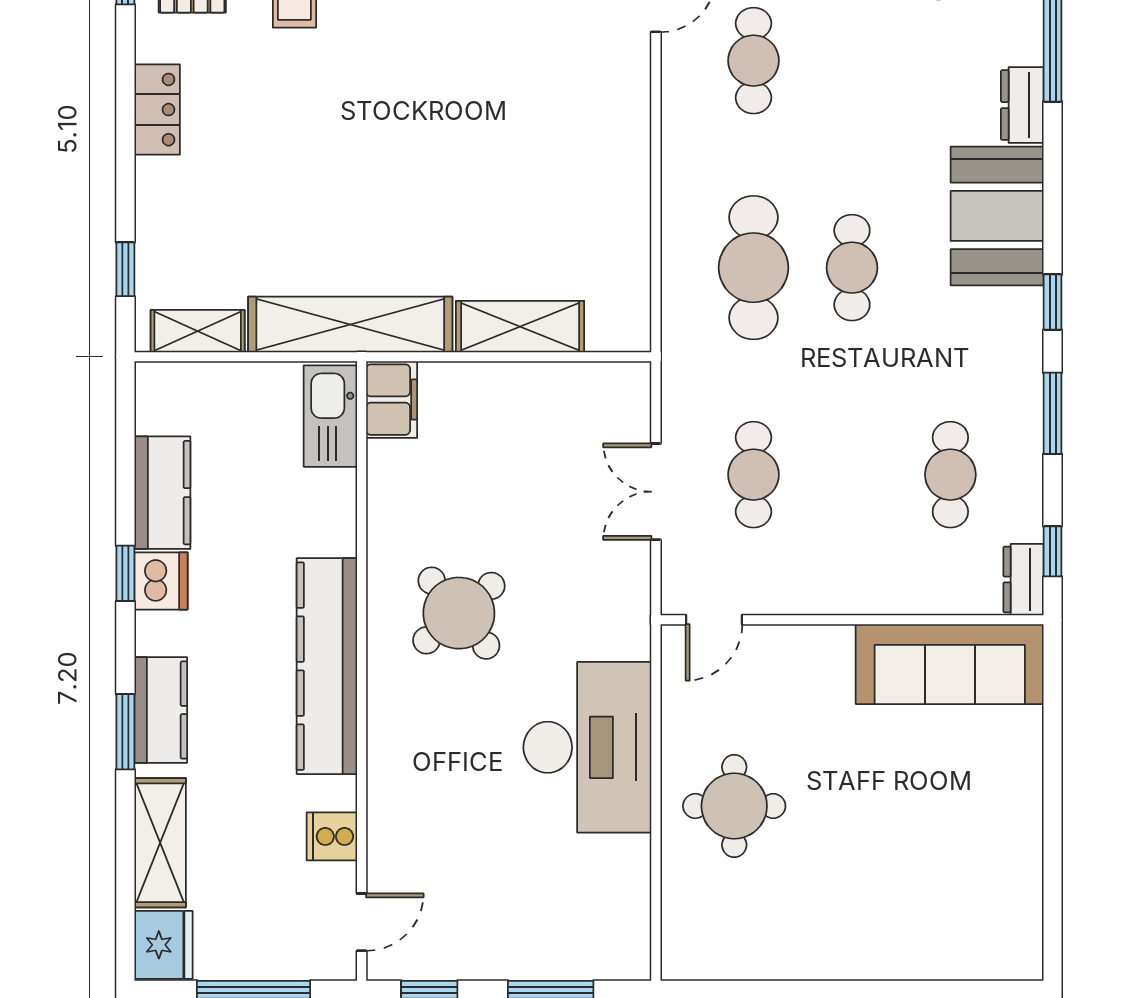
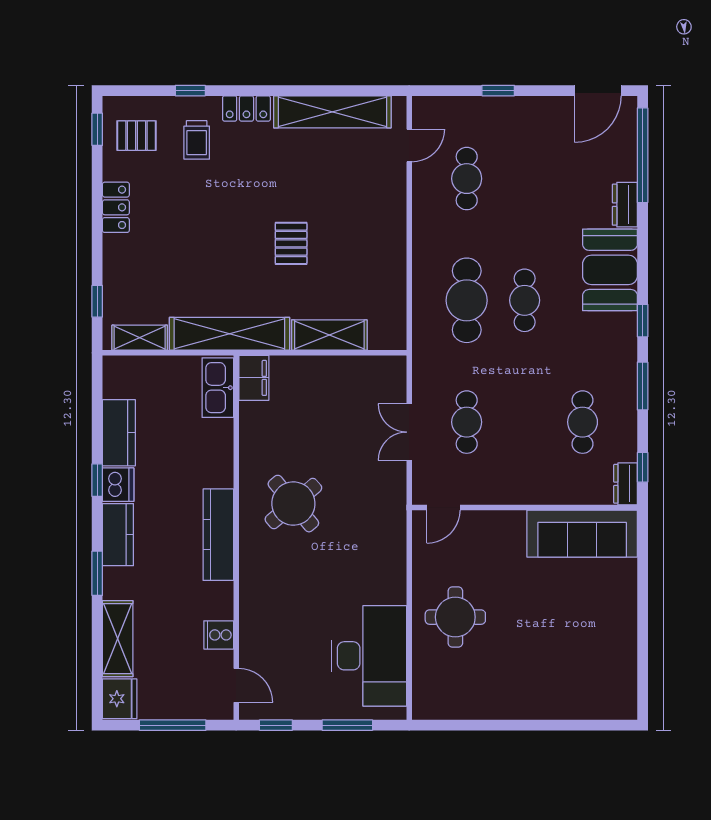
pallet: (455, 171) -> (291, 243), added
kitchen counter: (327, 666) -> (218, 535), width x0.72, depth x0.86
kitchen counter: (161, 710) -> (118, 535), moved
desk: (587, 747) -> (369, 656), moved
door: (362, 922) -> (236, 685), hinge flipped

